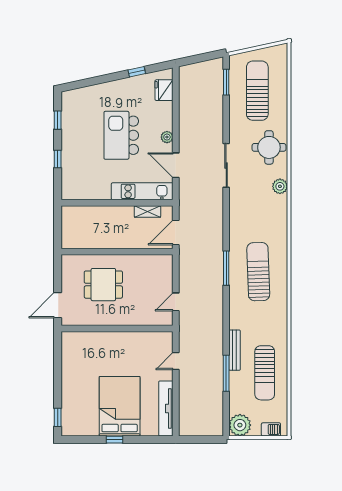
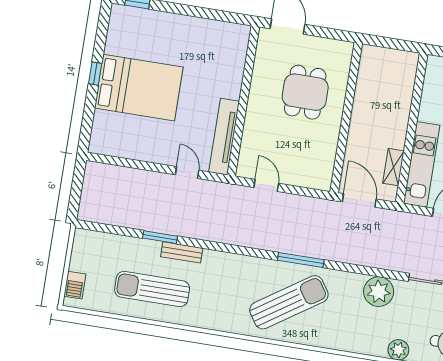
sun lounger: (258, 272) -> (289, 302), turned -32
bench: (235, 350) -> (182, 252), width x0.73
window: (226, 373) -> (160, 237), width x0.69
tv unit: (166, 408) -> (224, 137), moved, turned -90
plant: (240, 425) -> (379, 292), moved

